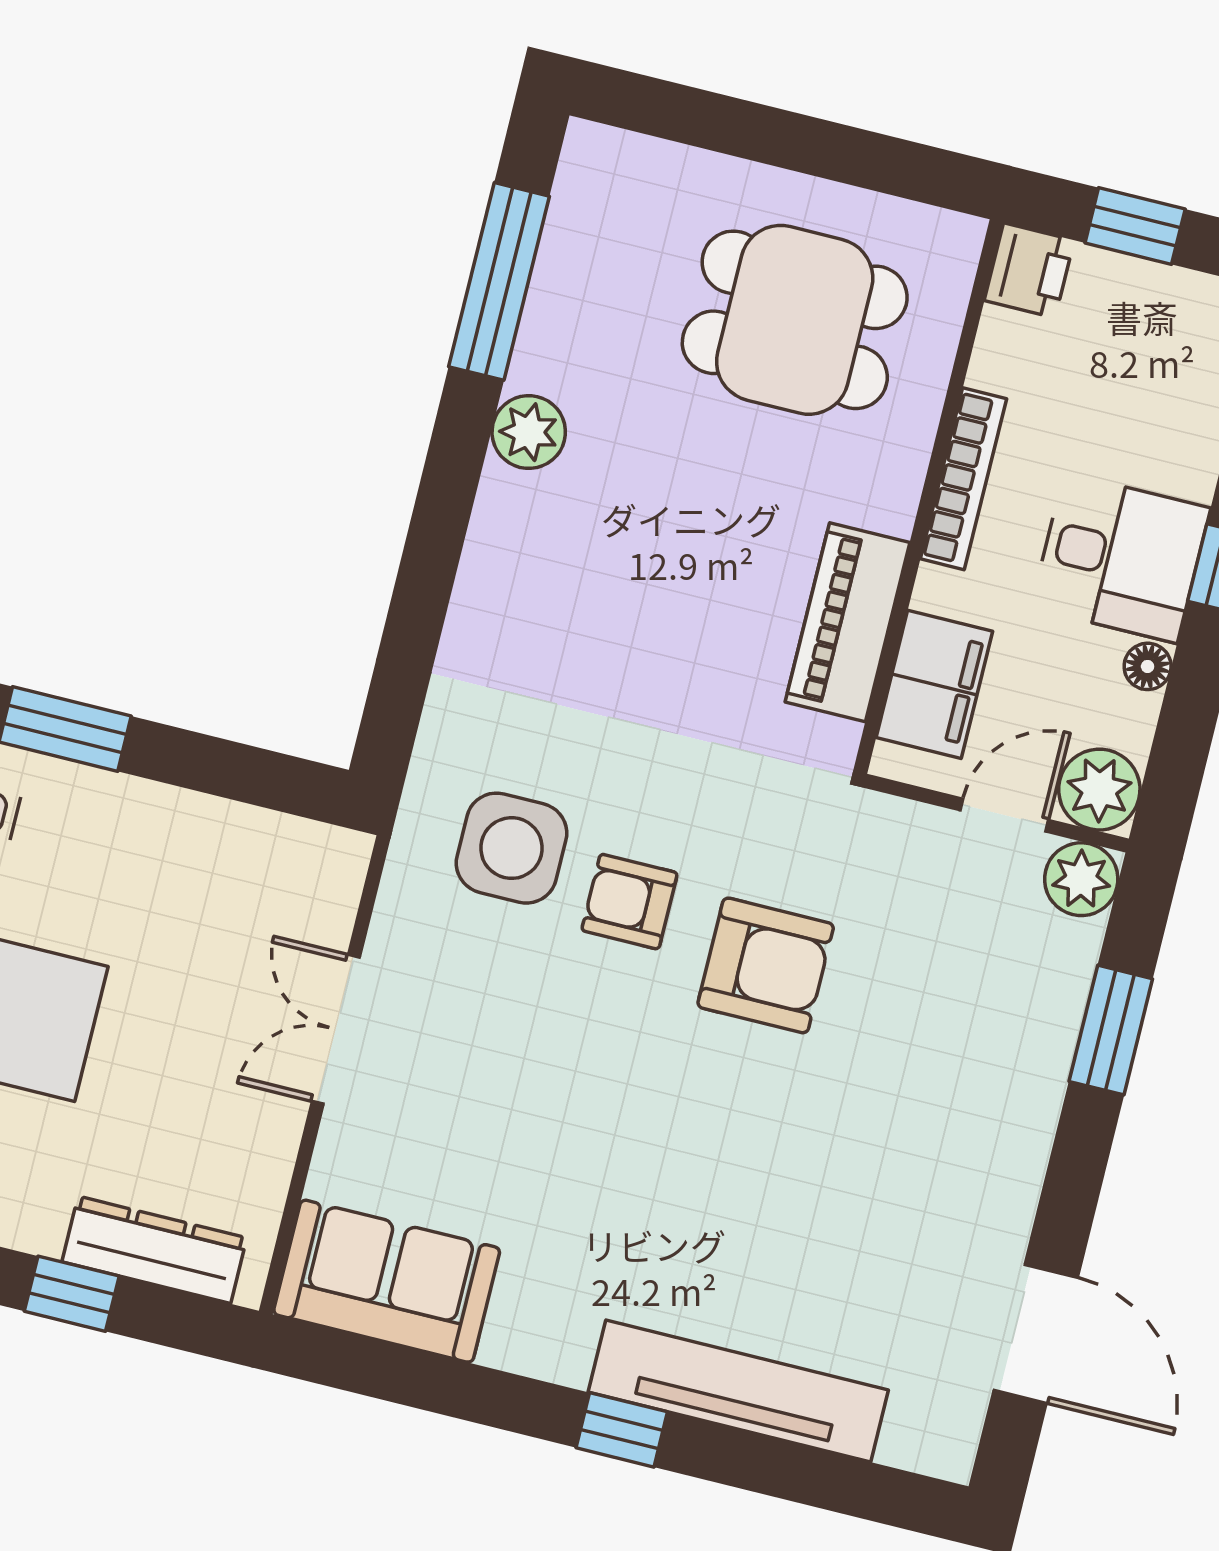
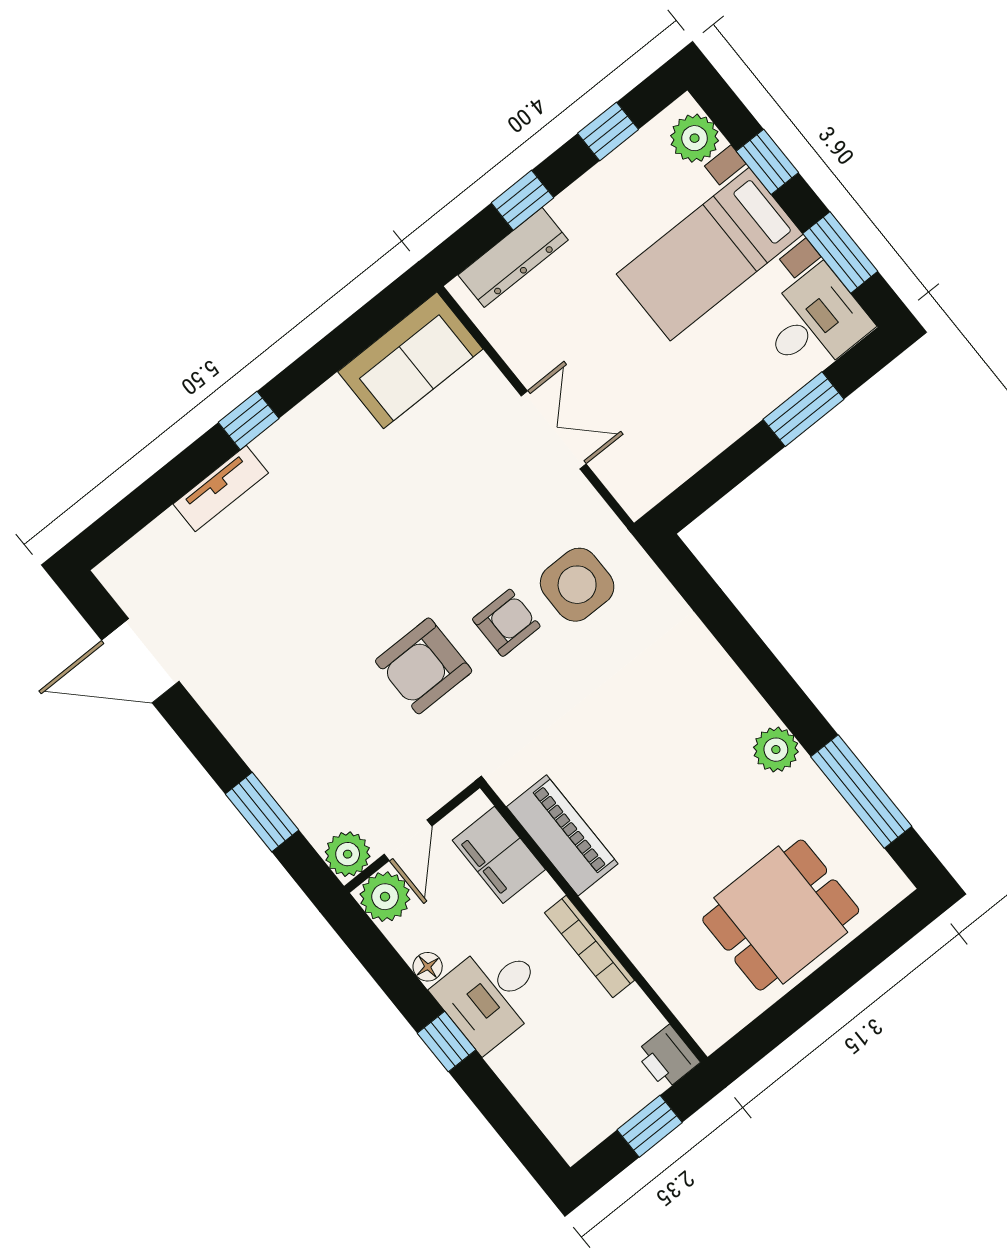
dining table: (795, 320) -> (781, 915), moved
tv unit: (738, 1391) -> (221, 488), width x0.52, depth x0.78

